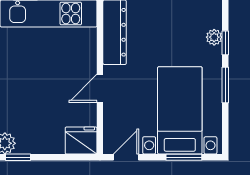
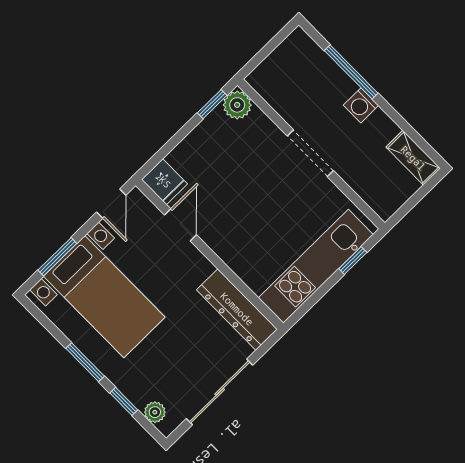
plant: (214, 37) -> (155, 412), moved
door: (100, 88) -> (180, 225), moved
fridge: (81, 141) -> (165, 182), width x0.72

